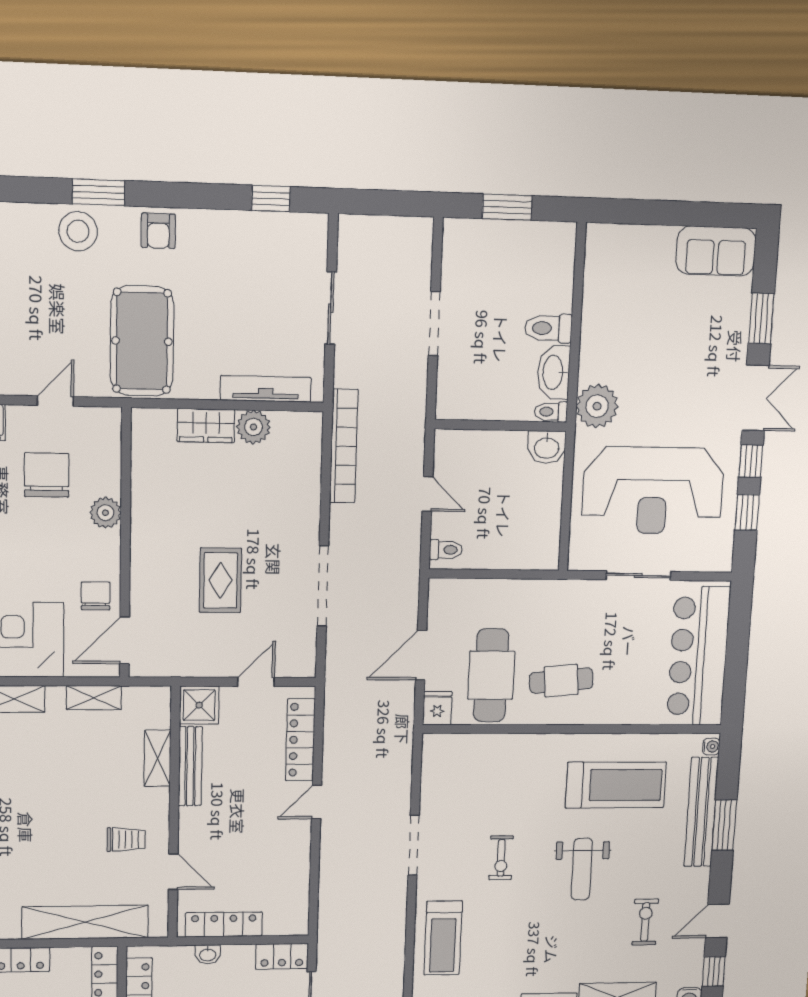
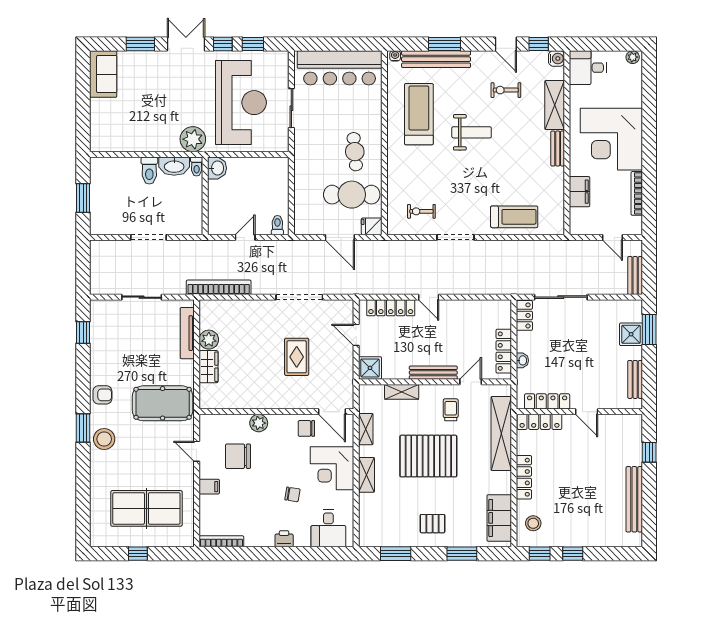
rug: (220, 580) -> (297, 357), turned 90
bench: (190, 766) -> (433, 373), moved
pallet: (47, 803) -> (428, 456), added
exercise bike: (501, 858) -> (421, 211), moved, turned 180

